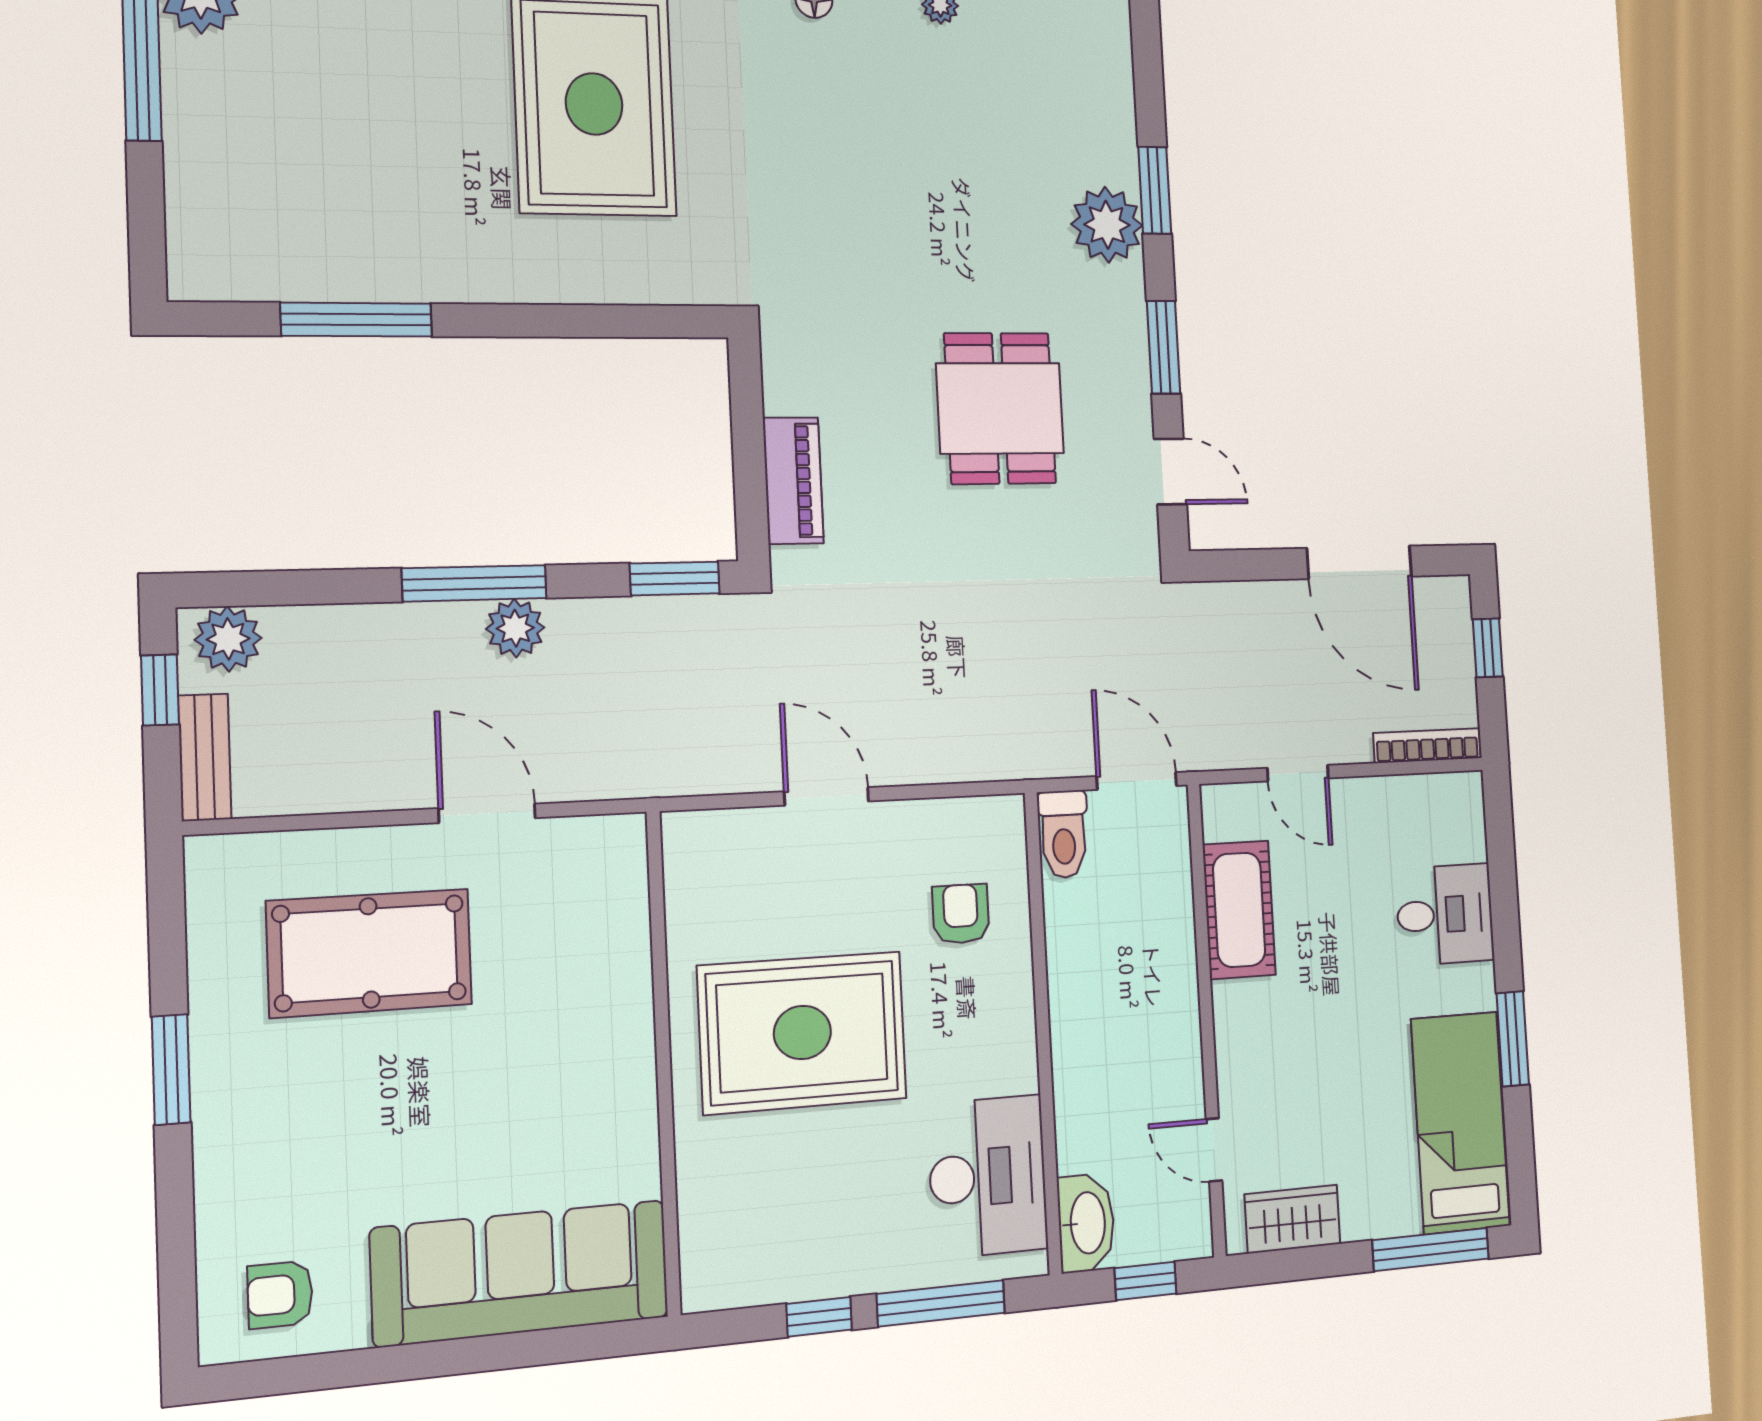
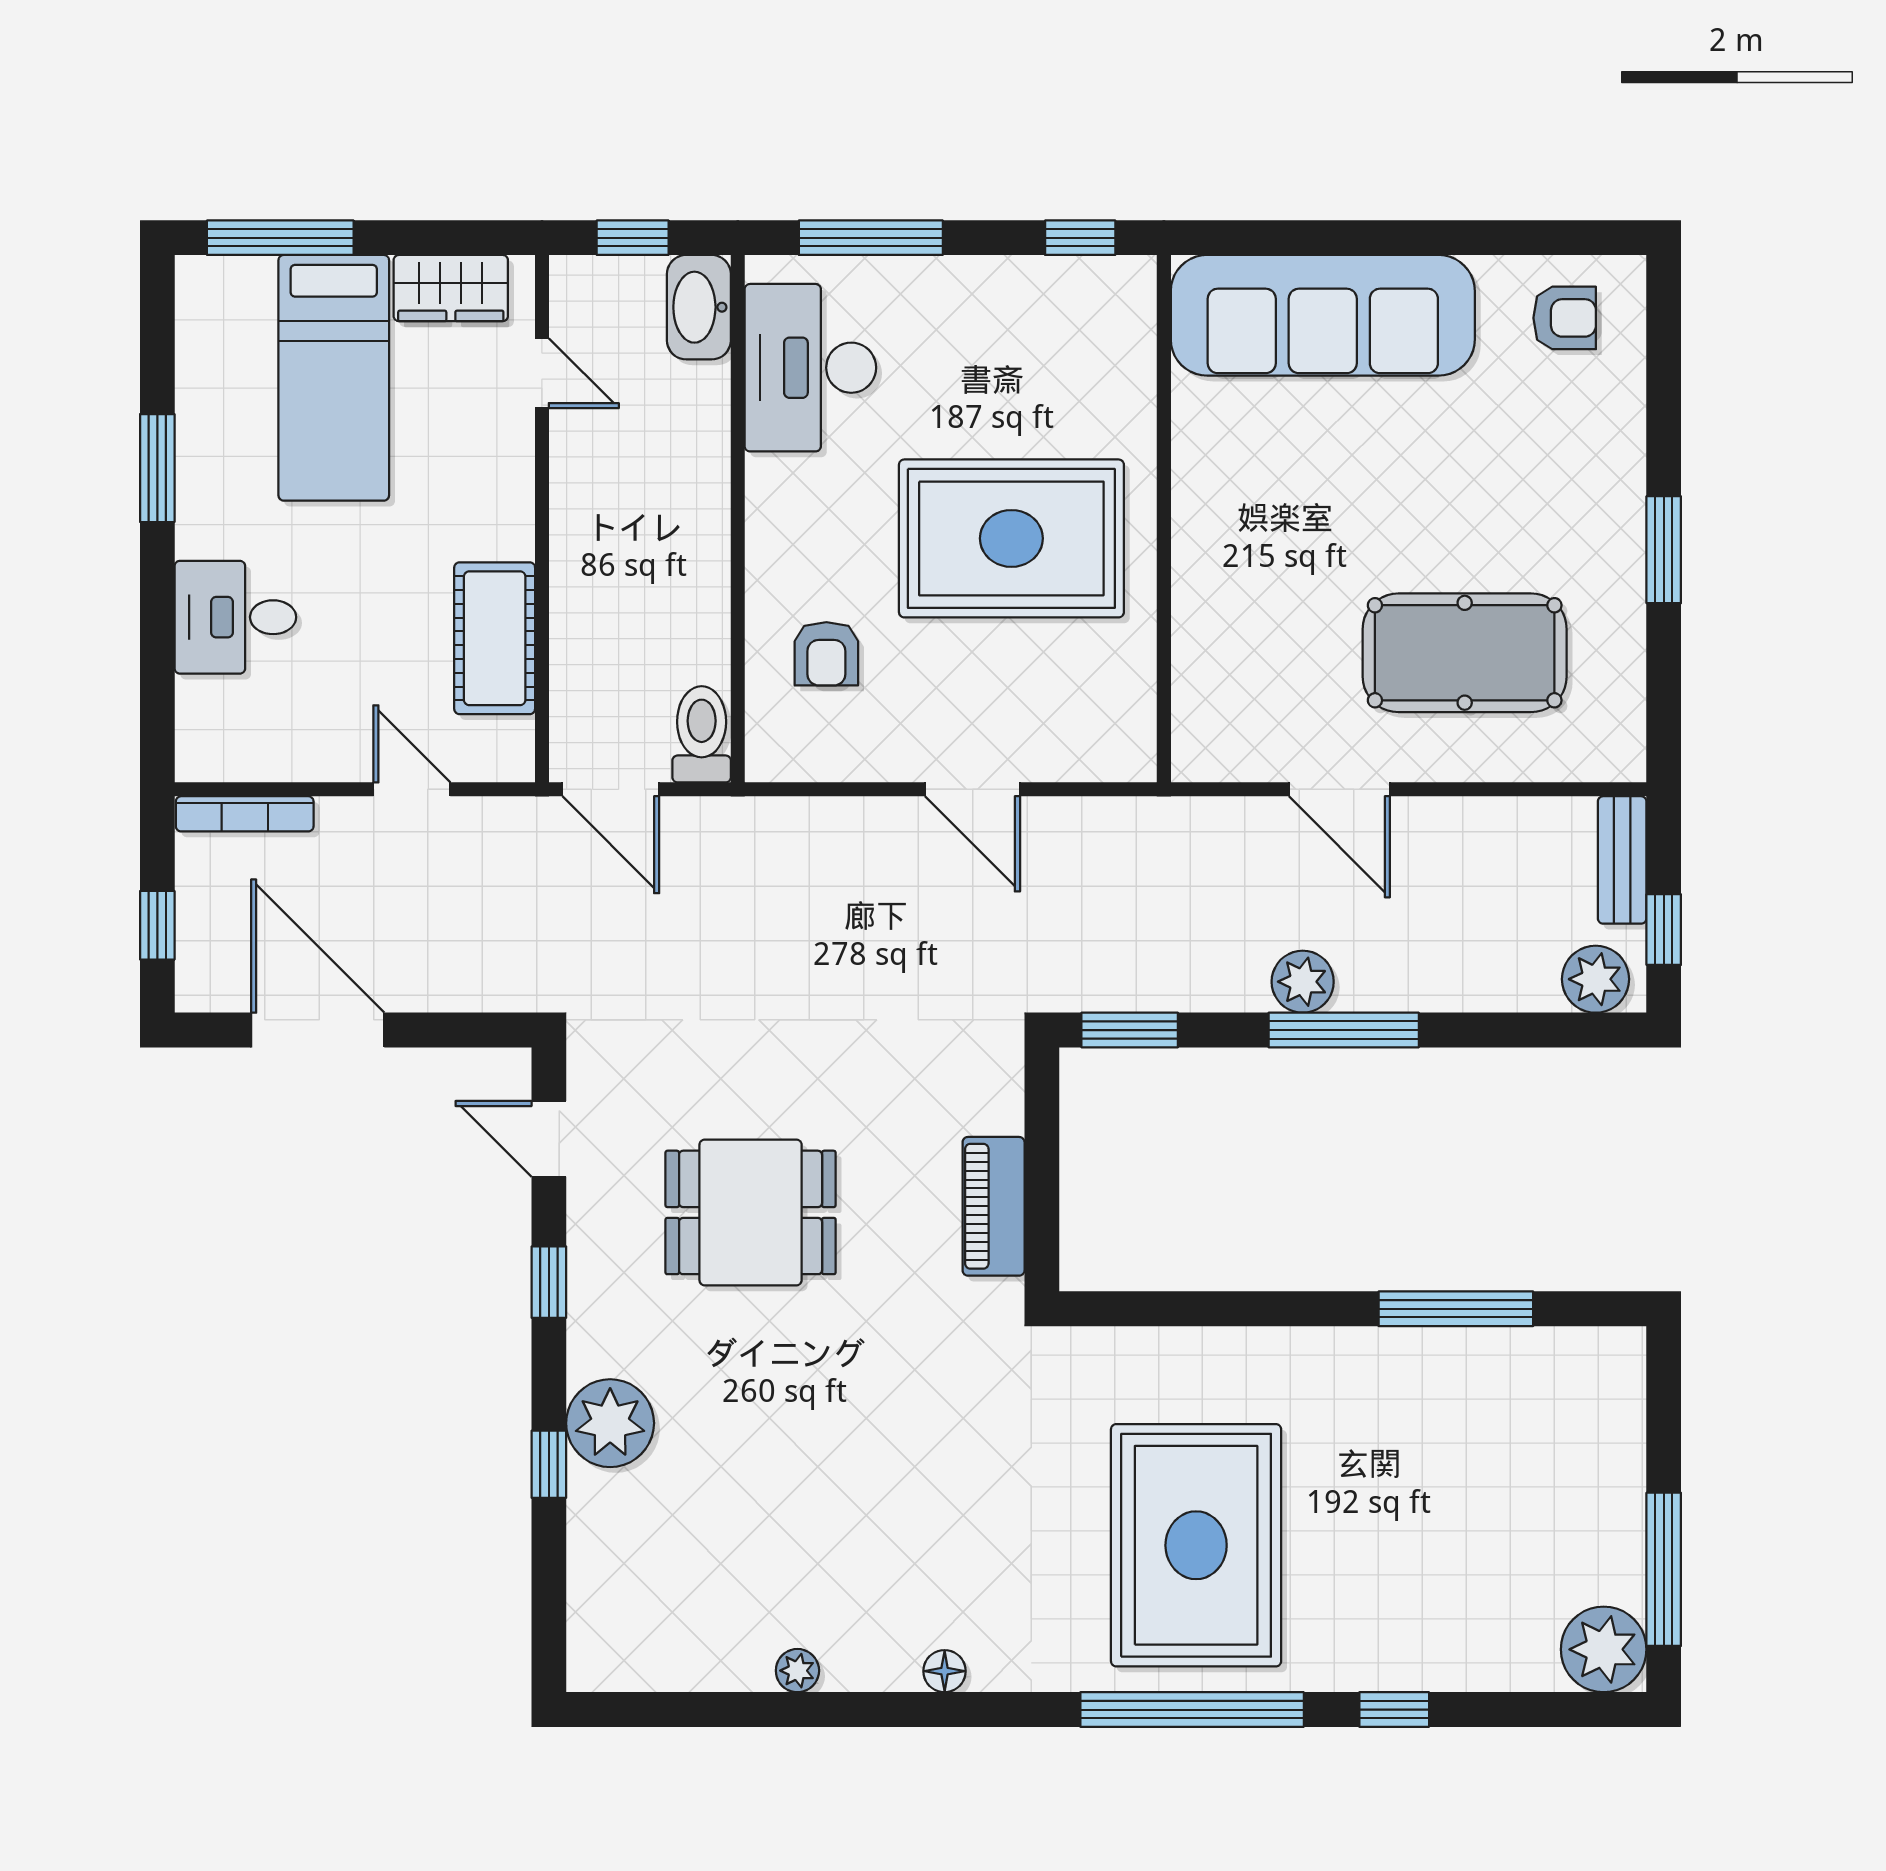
window: (1155, 190) -> (549, 1464), width x0.67
window: (1163, 347) -> (549, 1282), width x0.67
dining table: (1000, 408) -> (751, 1212), turned 90
piano: (793, 481) -> (994, 1206), moved
bed: (1460, 1122) -> (334, 378), moved
window: (819, 1317) -> (1080, 238), moved

